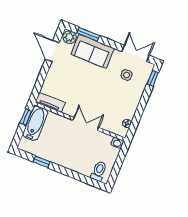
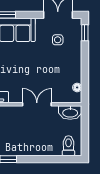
washbasin: (117, 143) -> (70, 112), width x1.91, depth x1.45

